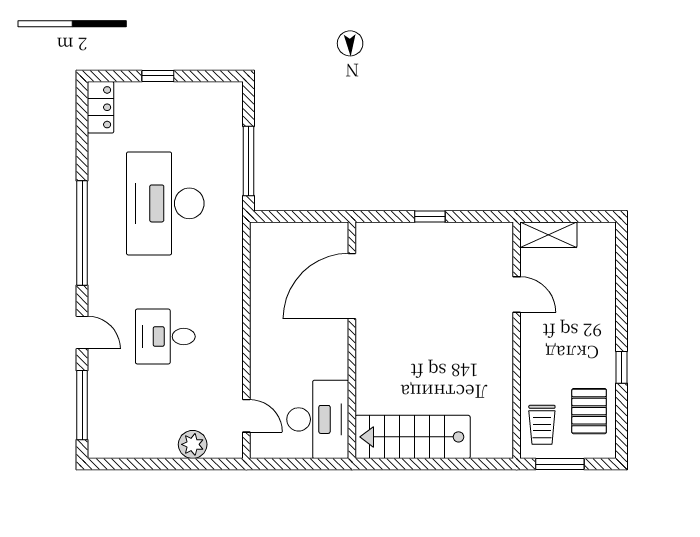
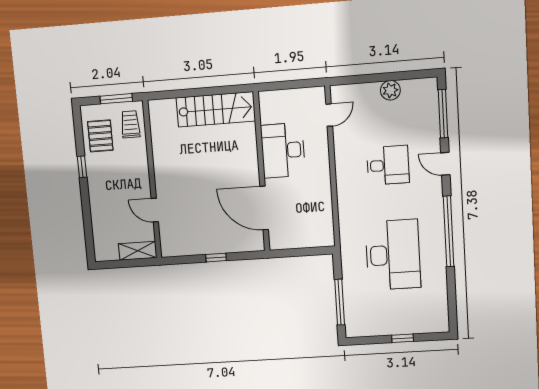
locker: (101, 107) -> (440, 316), removed
window: (249, 161) -> (340, 302), moved
door: (352, 286) -> (264, 208), swing flipped
door: (246, 416) -> (329, 115), swing flipped
desk: (318, 419) -> (283, 150), moved
plant: (193, 444) -> (390, 90), moved

